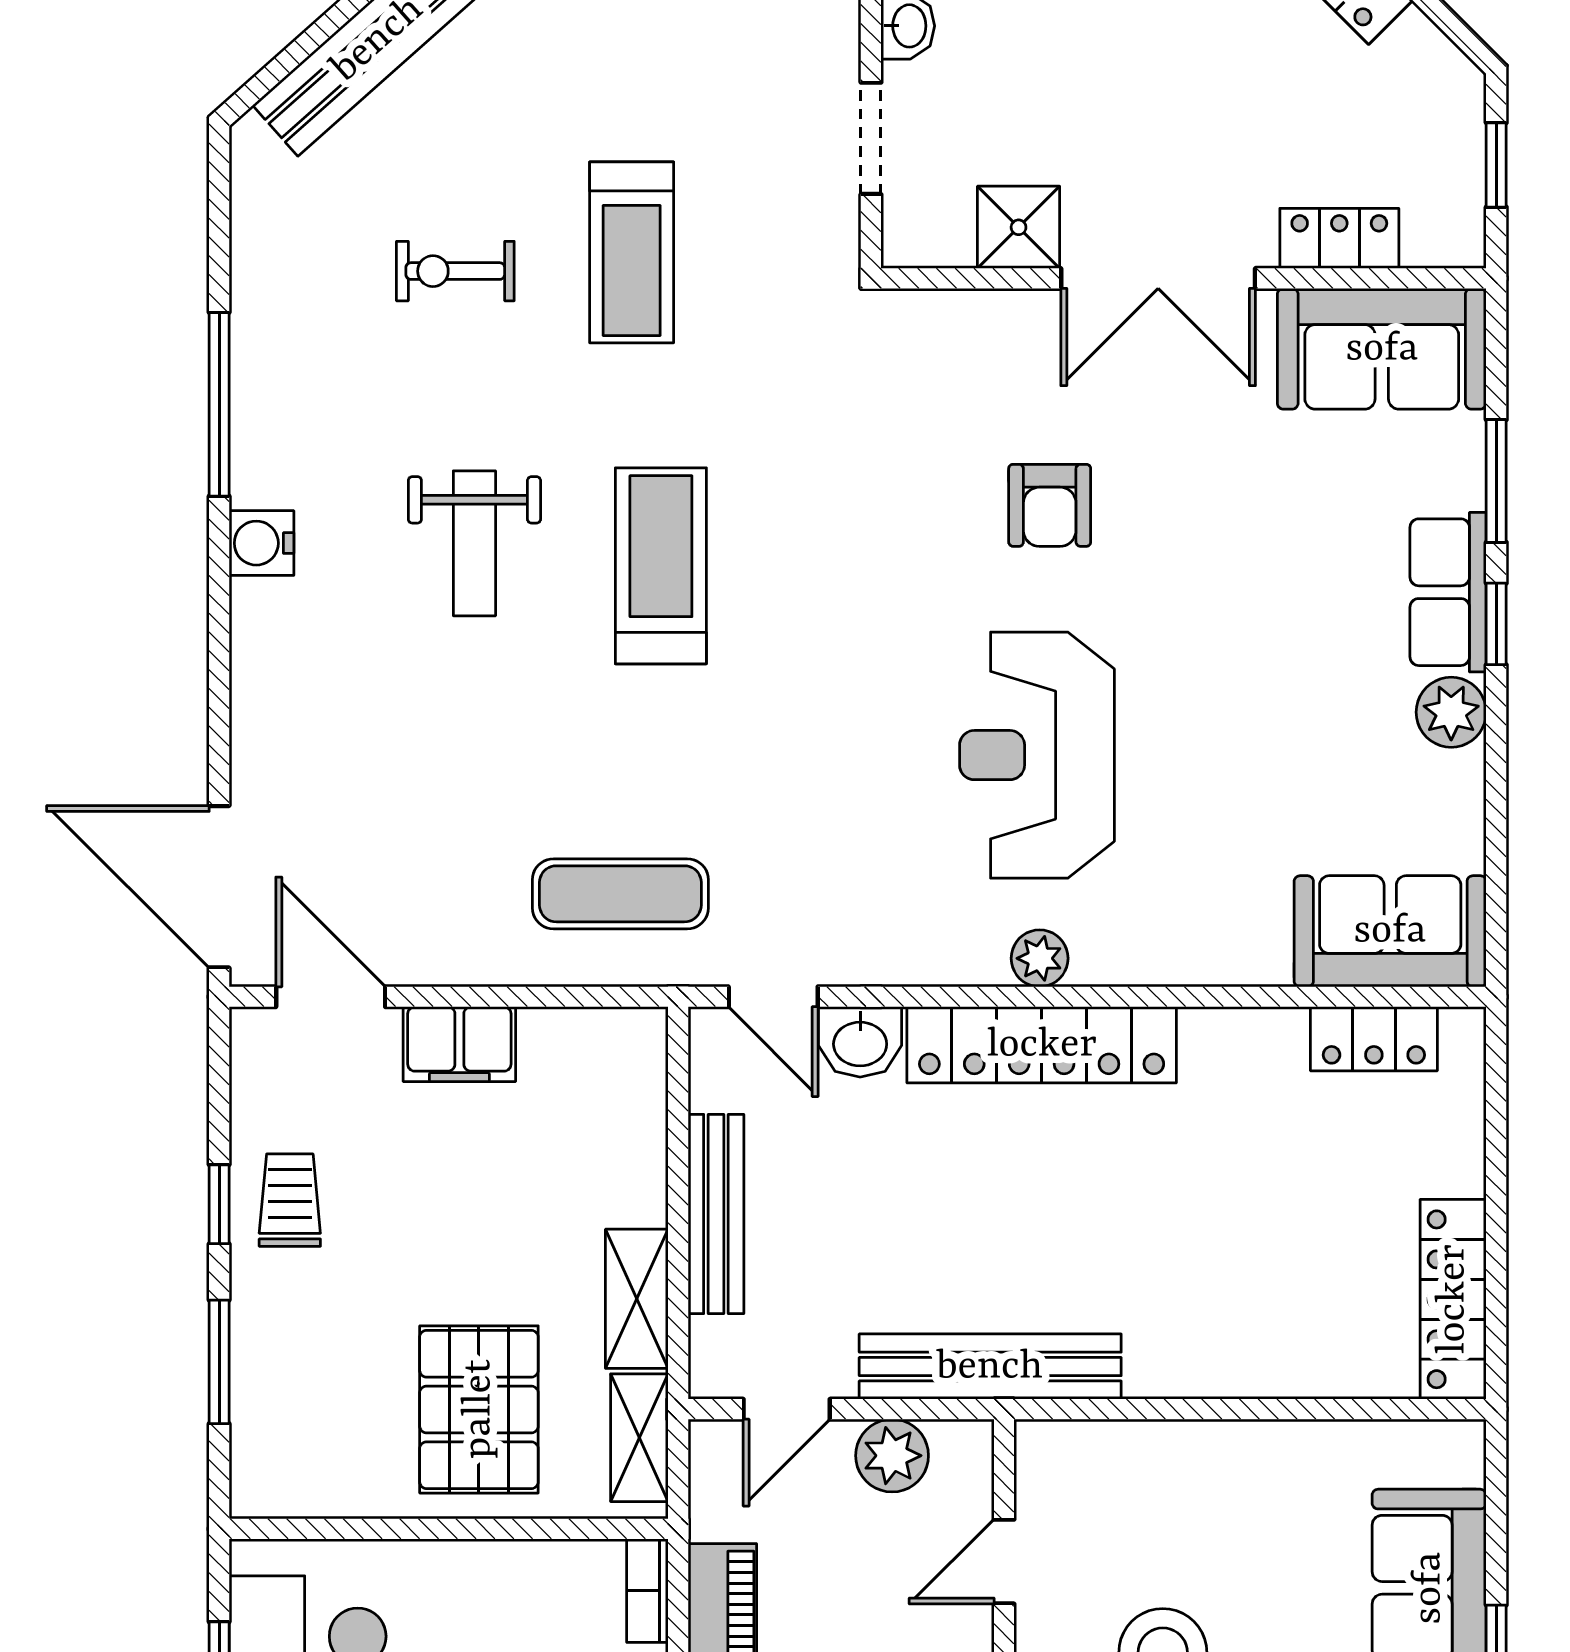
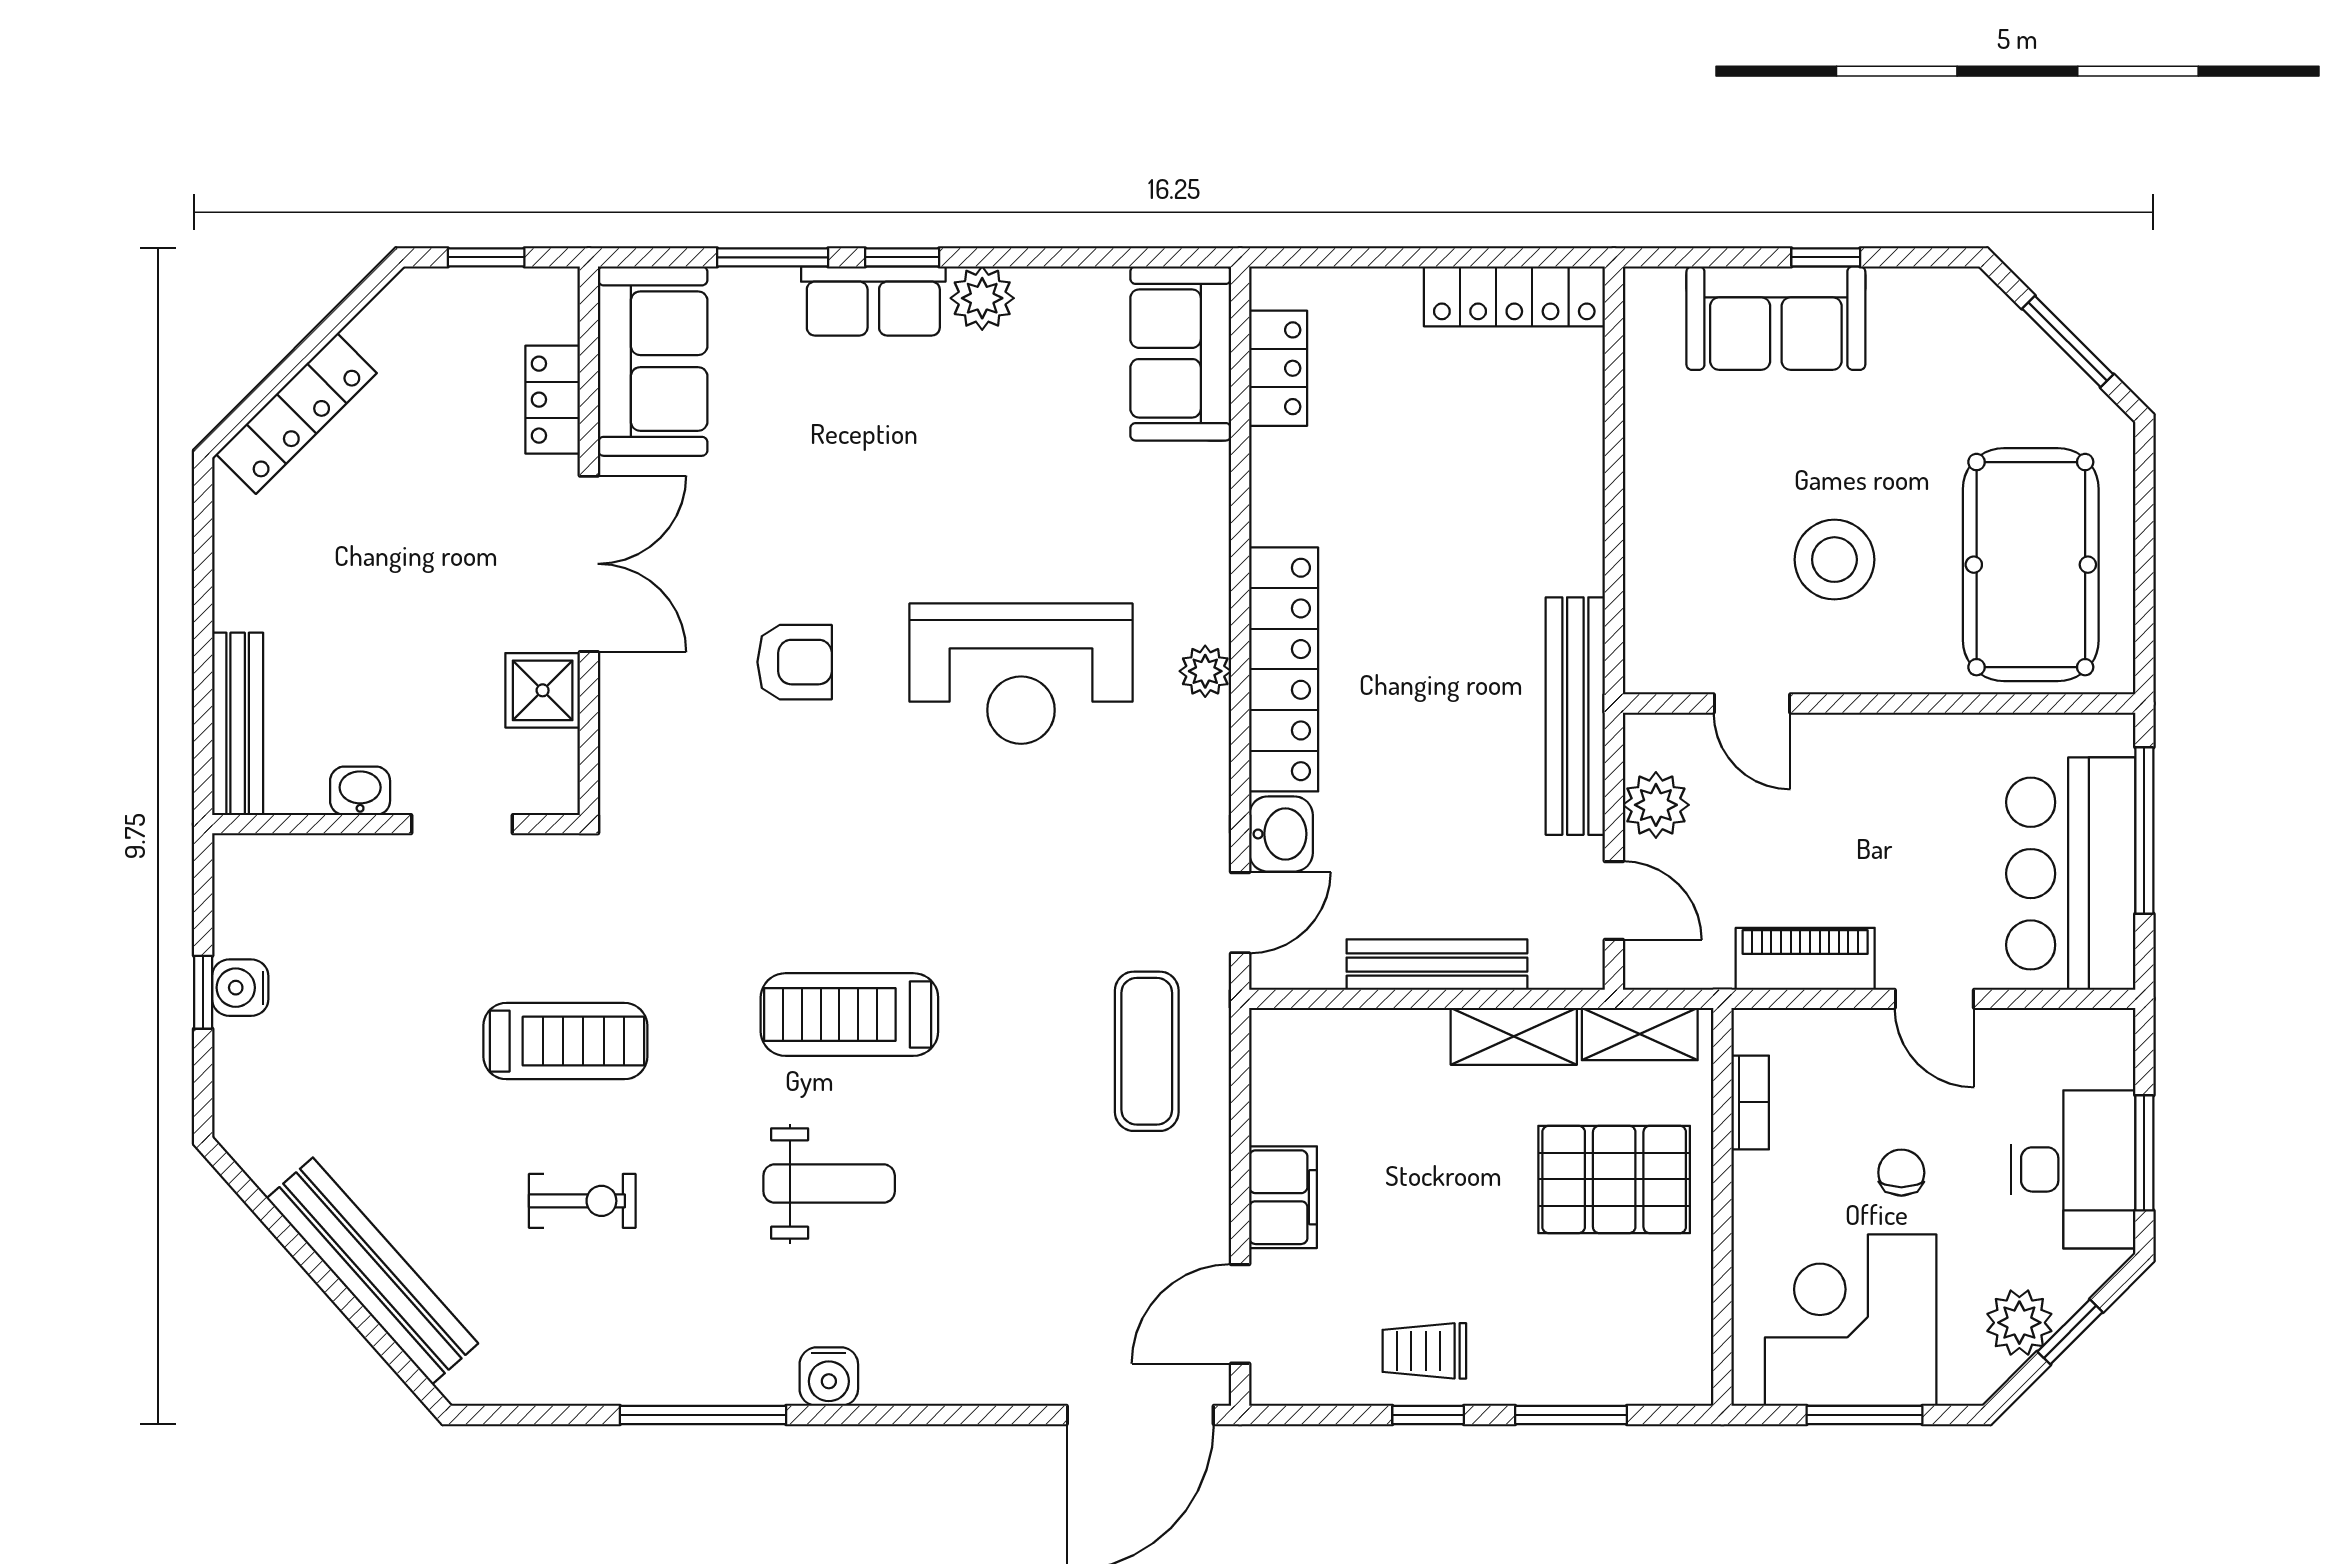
exercise bike: (455, 271) -> (582, 1201), turned -90
bookcase: (647, 1591) -> (1750, 1102), moved, turned -90

